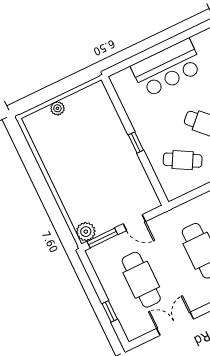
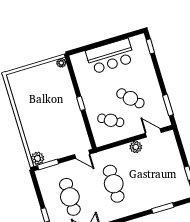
plant: (57, 108) -> (61, 63), moved
door: (134, 223) -> (82, 154), moved

